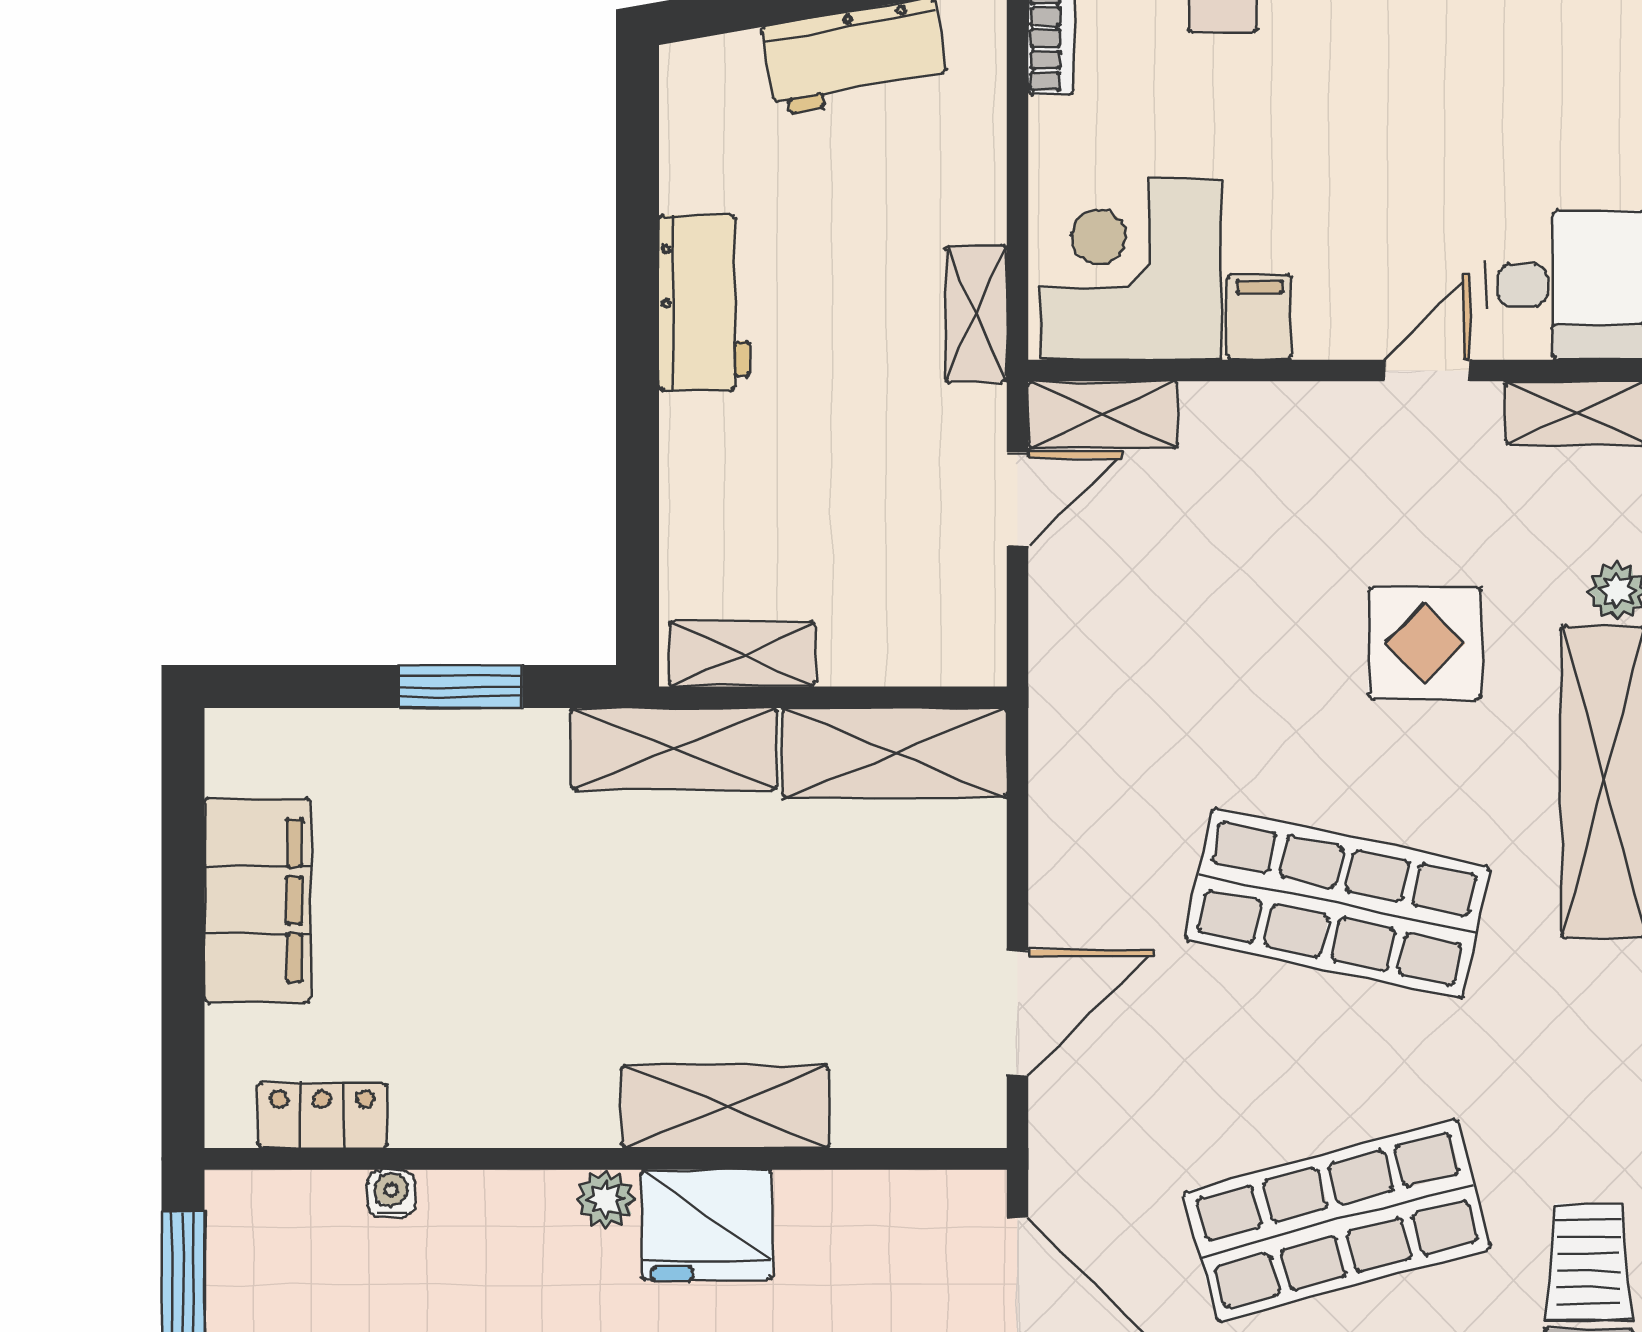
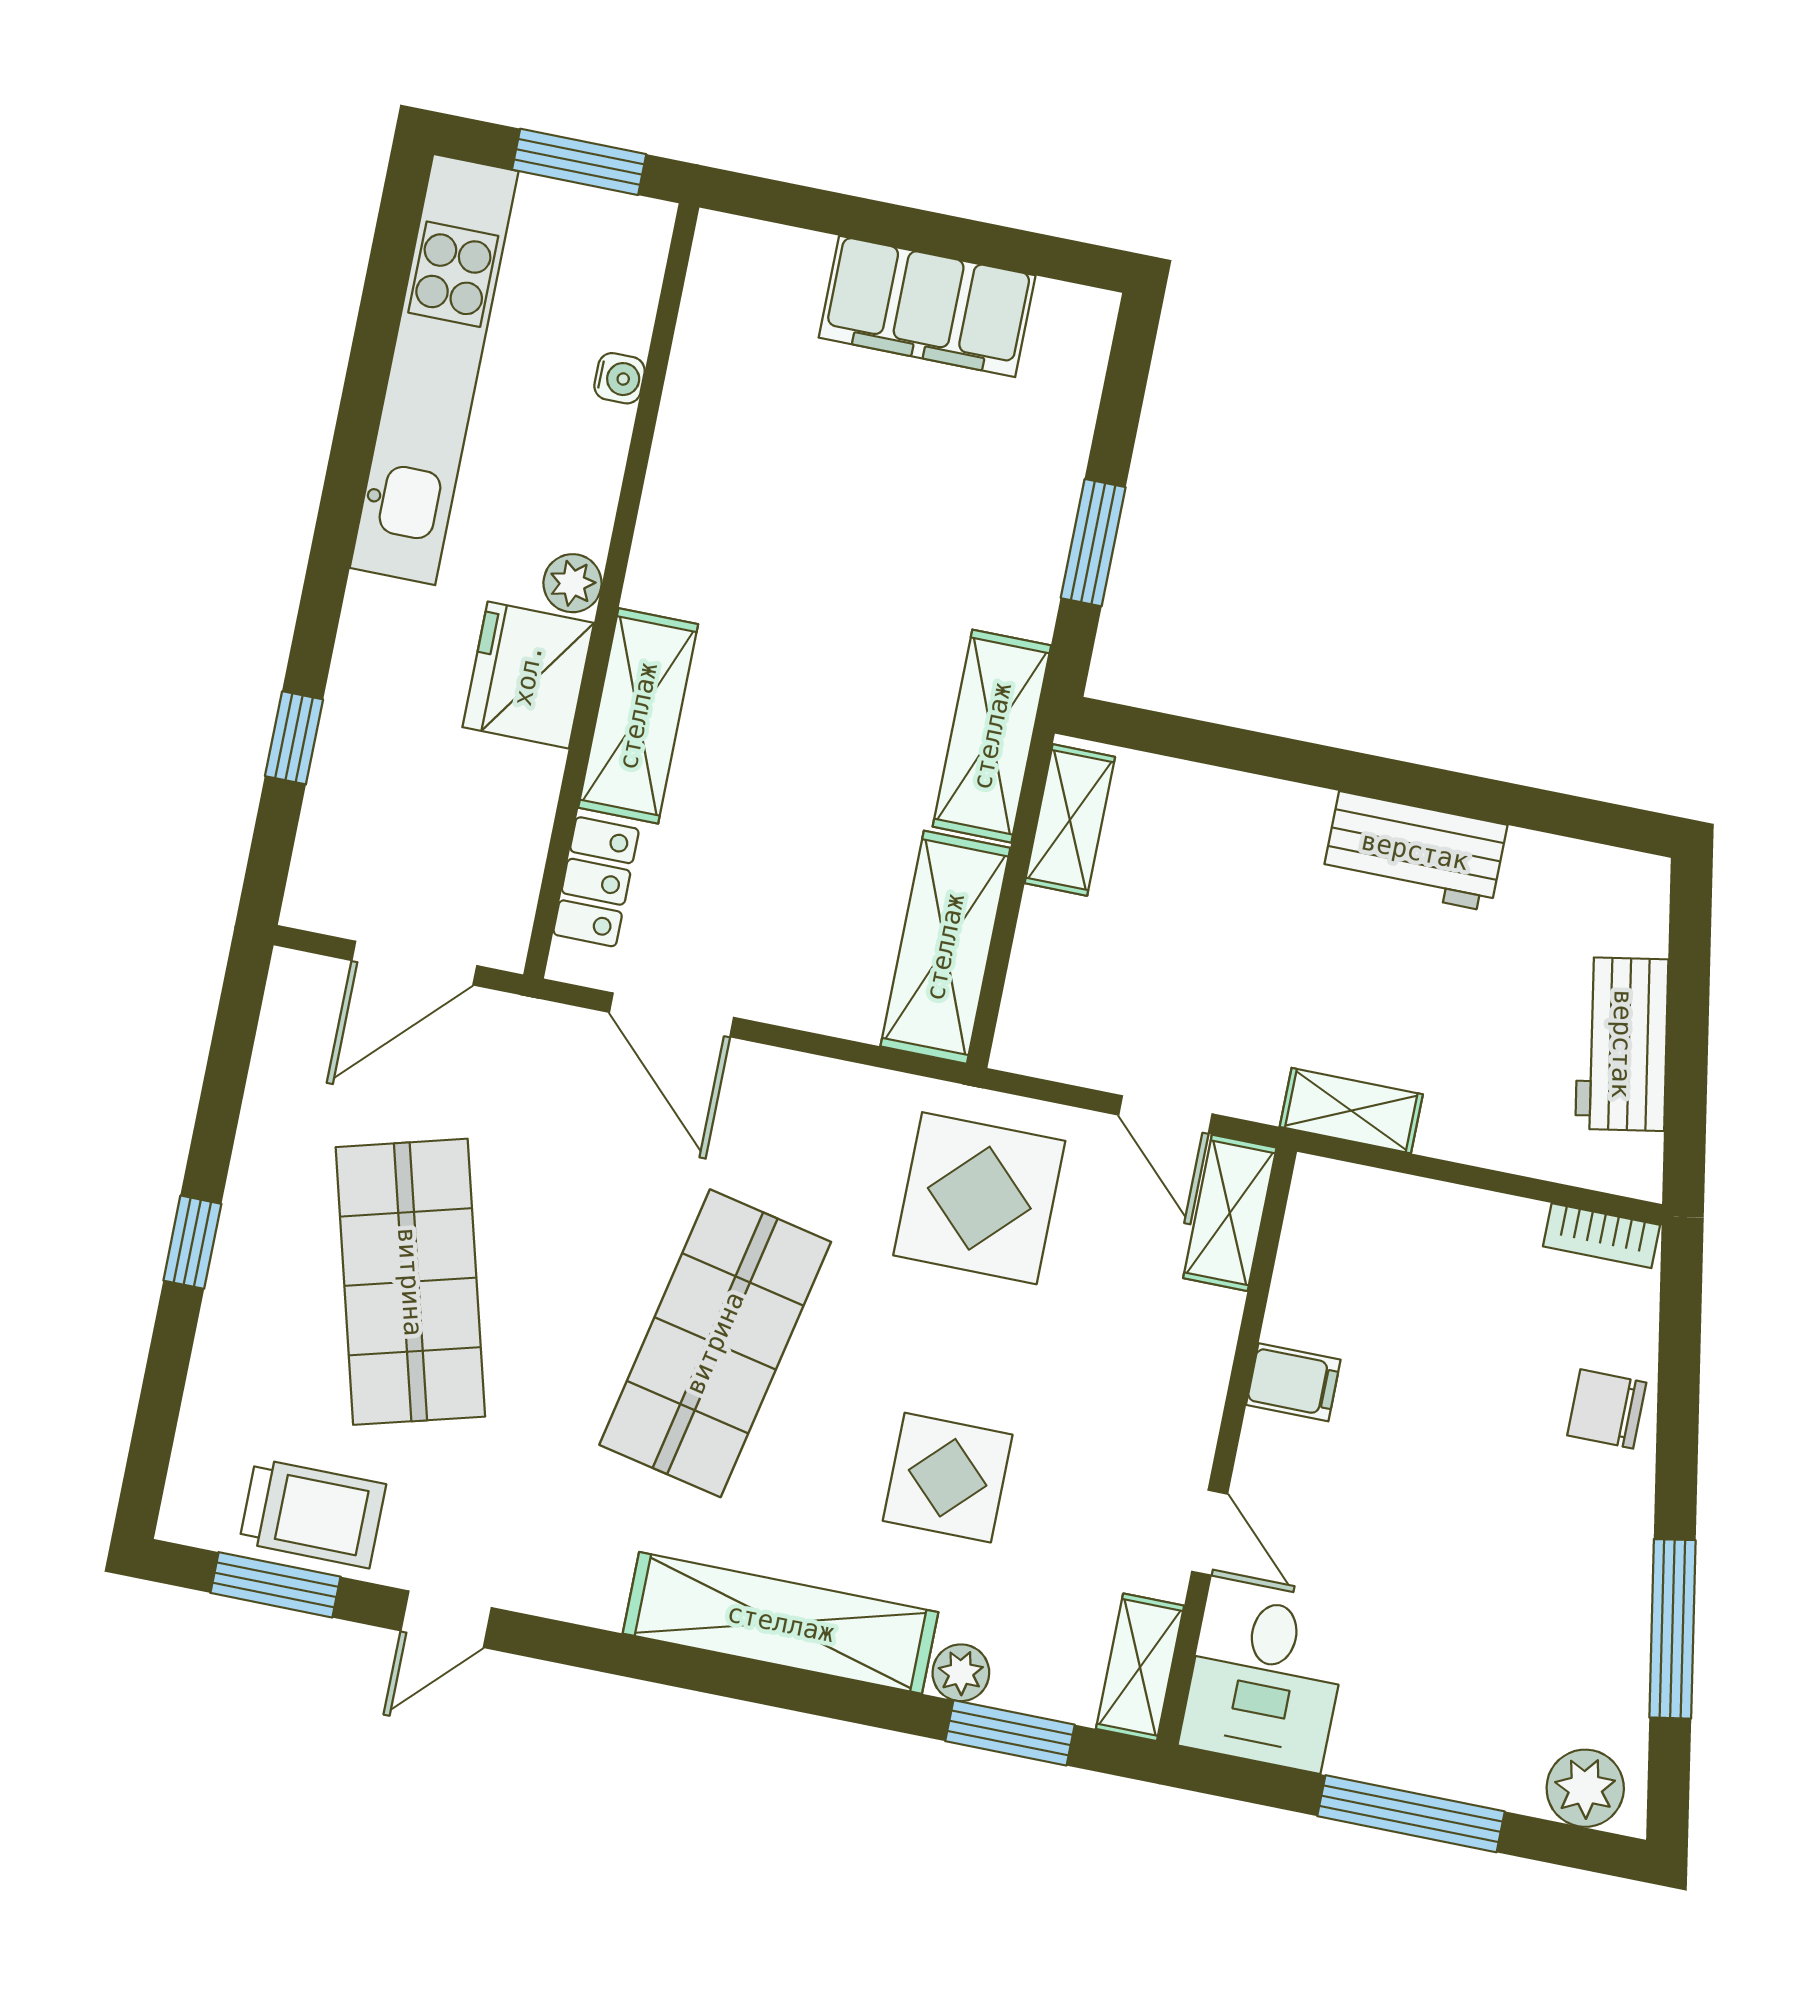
corner desk: (1131, 269) -> (1364, 1268), removed
display table: (1139, 668) -> (979, 1198), added
locker: (322, 1115) -> (596, 882), moved

